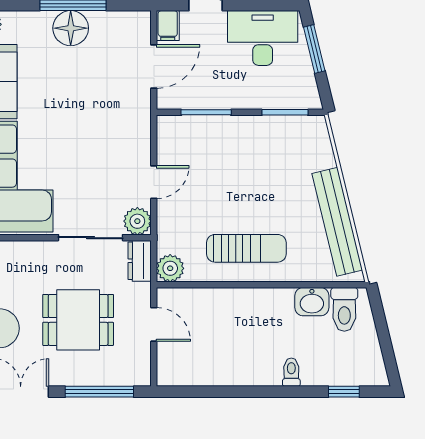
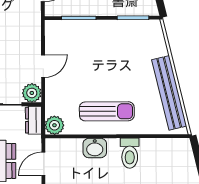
washbasin: (312, 302) -> (95, 148), moved
toilet: (344, 309) -> (130, 153), moved
door: (154, 324) -> (43, 164), swing flipped

